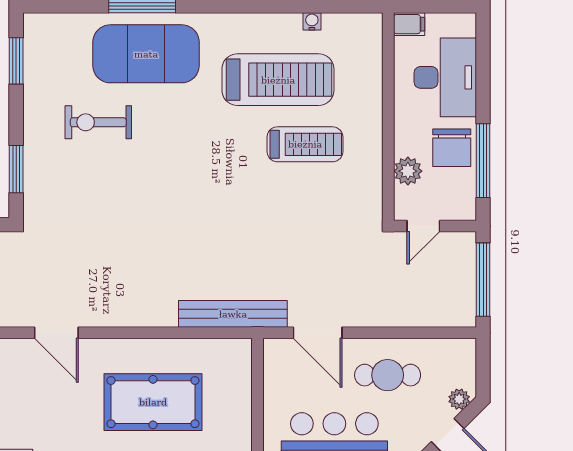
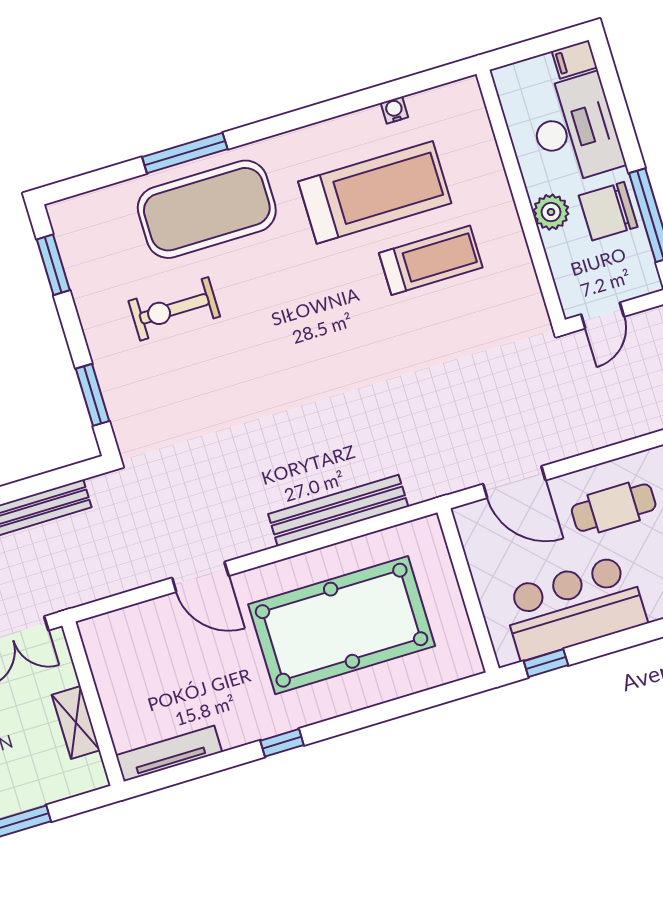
filing cabinet: (409, 24) -> (574, 59), moved, turned 180
chair: (452, 148) -> (608, 211), turned 90
plant: (408, 171) -> (551, 212), moved
bench: (233, 314) -> (338, 510), moved
pool table: (153, 402) -> (342, 625), width x1.36, depth x1.32

